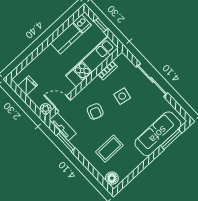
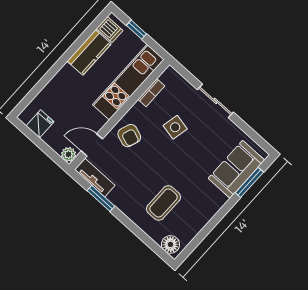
sliding door: (152, 80) -> (215, 101), width x0.73
armchair: (95, 111) -> (129, 136), moved
sofa: (158, 134) -> (236, 169), width x0.73

